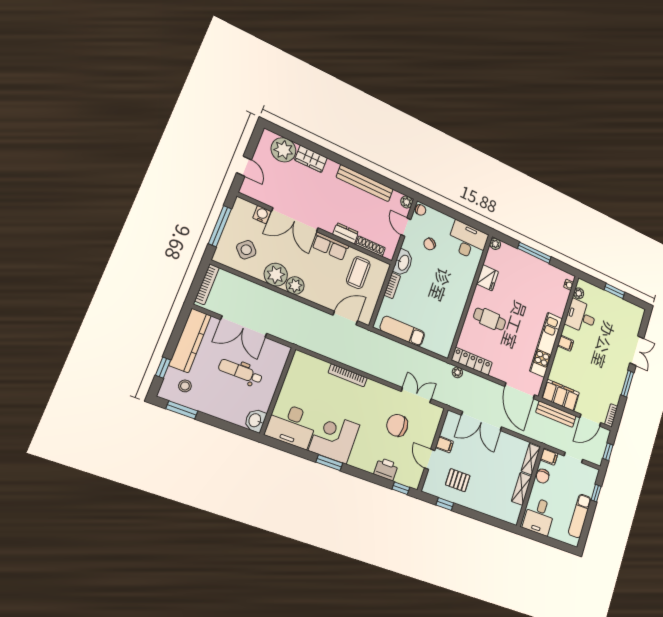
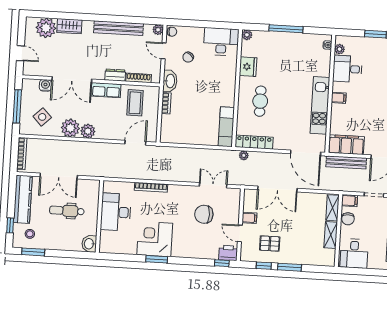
cafe table: (490, 319) -> (260, 101), turned 90
exam couch: (402, 331) -> (226, 127), moved, turned -90
desk: (292, 425) -> (116, 212), moved, turned 90
printer: (386, 469) -> (228, 253), moved
window: (471, 513) -> (289, 267), added

